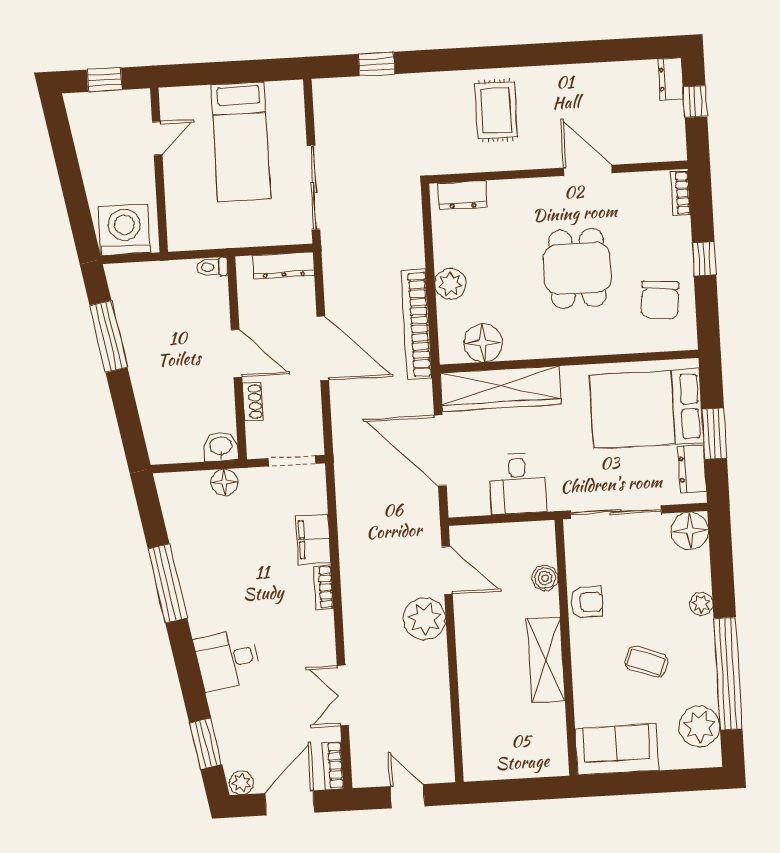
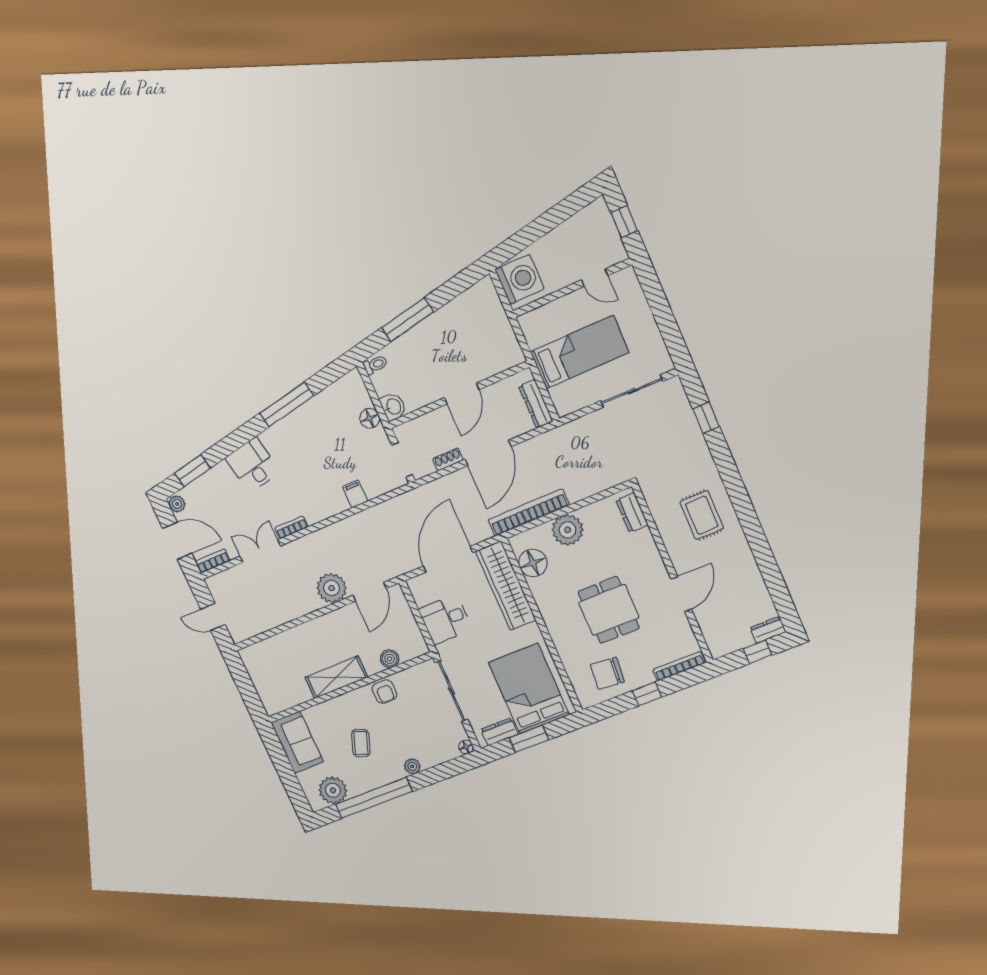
rug: (496, 111) -> (702, 515), turned 90
bed: (241, 142) -> (579, 352), moved, turned 180
sliding door: (314, 188) -> (632, 391), moved
bookcase: (680, 193) -> (679, 666), width x1.56
toilet: (212, 267) -> (375, 365), moved, turned 90
dining table: (577, 268) -> (609, 610), turned 90
plant: (450, 284) -> (568, 530), width x1.36, depth x1.36
window: (108, 336) -> (408, 320), moved
shoe rack: (253, 402) -> (448, 459), moved, turned 180
floor lamp: (690, 531) -> (466, 747), width x0.53, depth x0.53
filing cabinet: (313, 539) -> (355, 494), width x0.50
bookcase: (324, 587) -> (291, 527), moved
door: (407, 796) -> (213, 617), swing flipped

